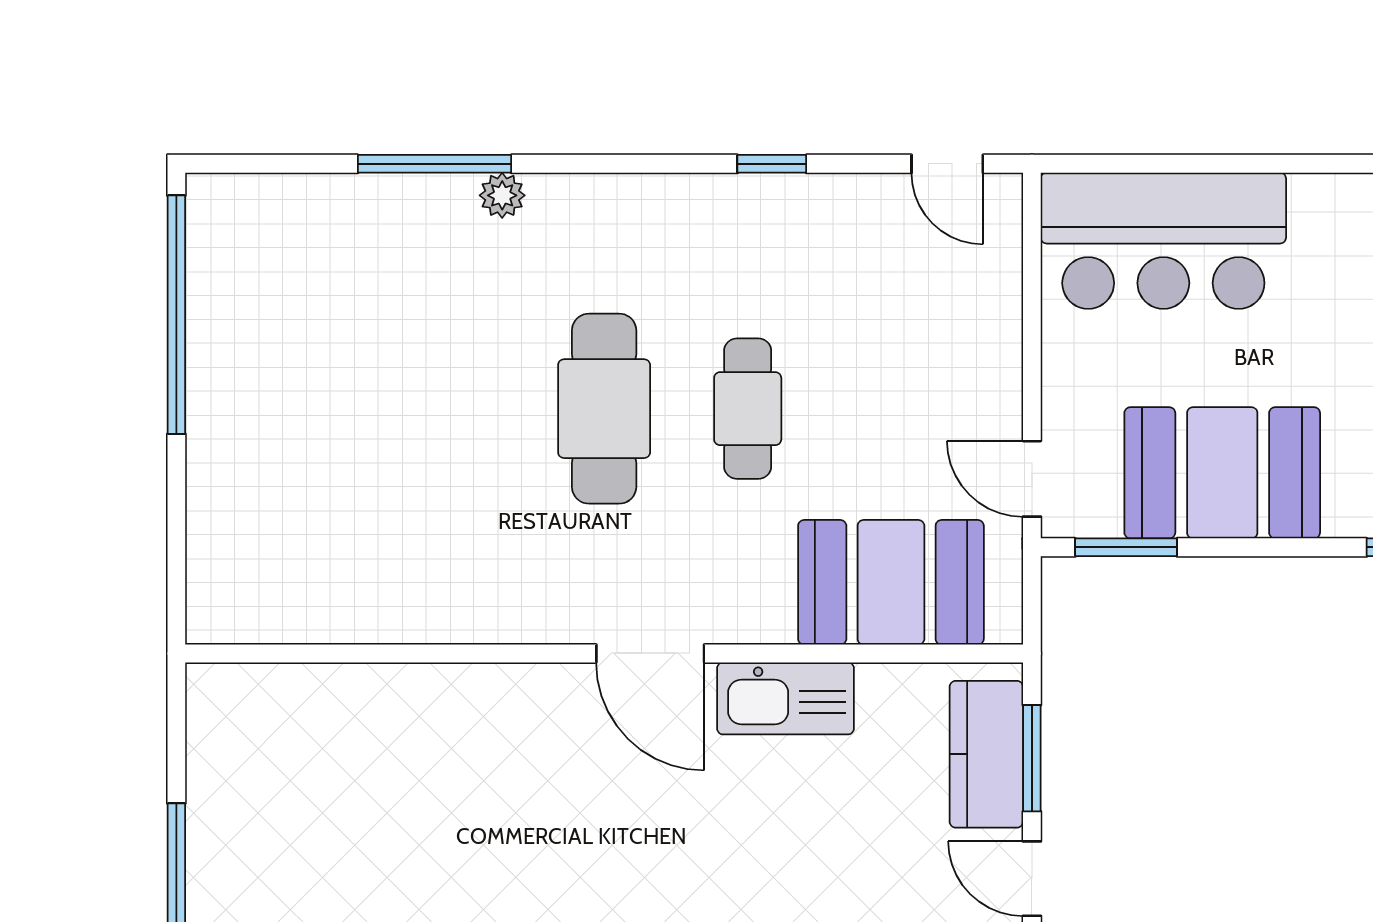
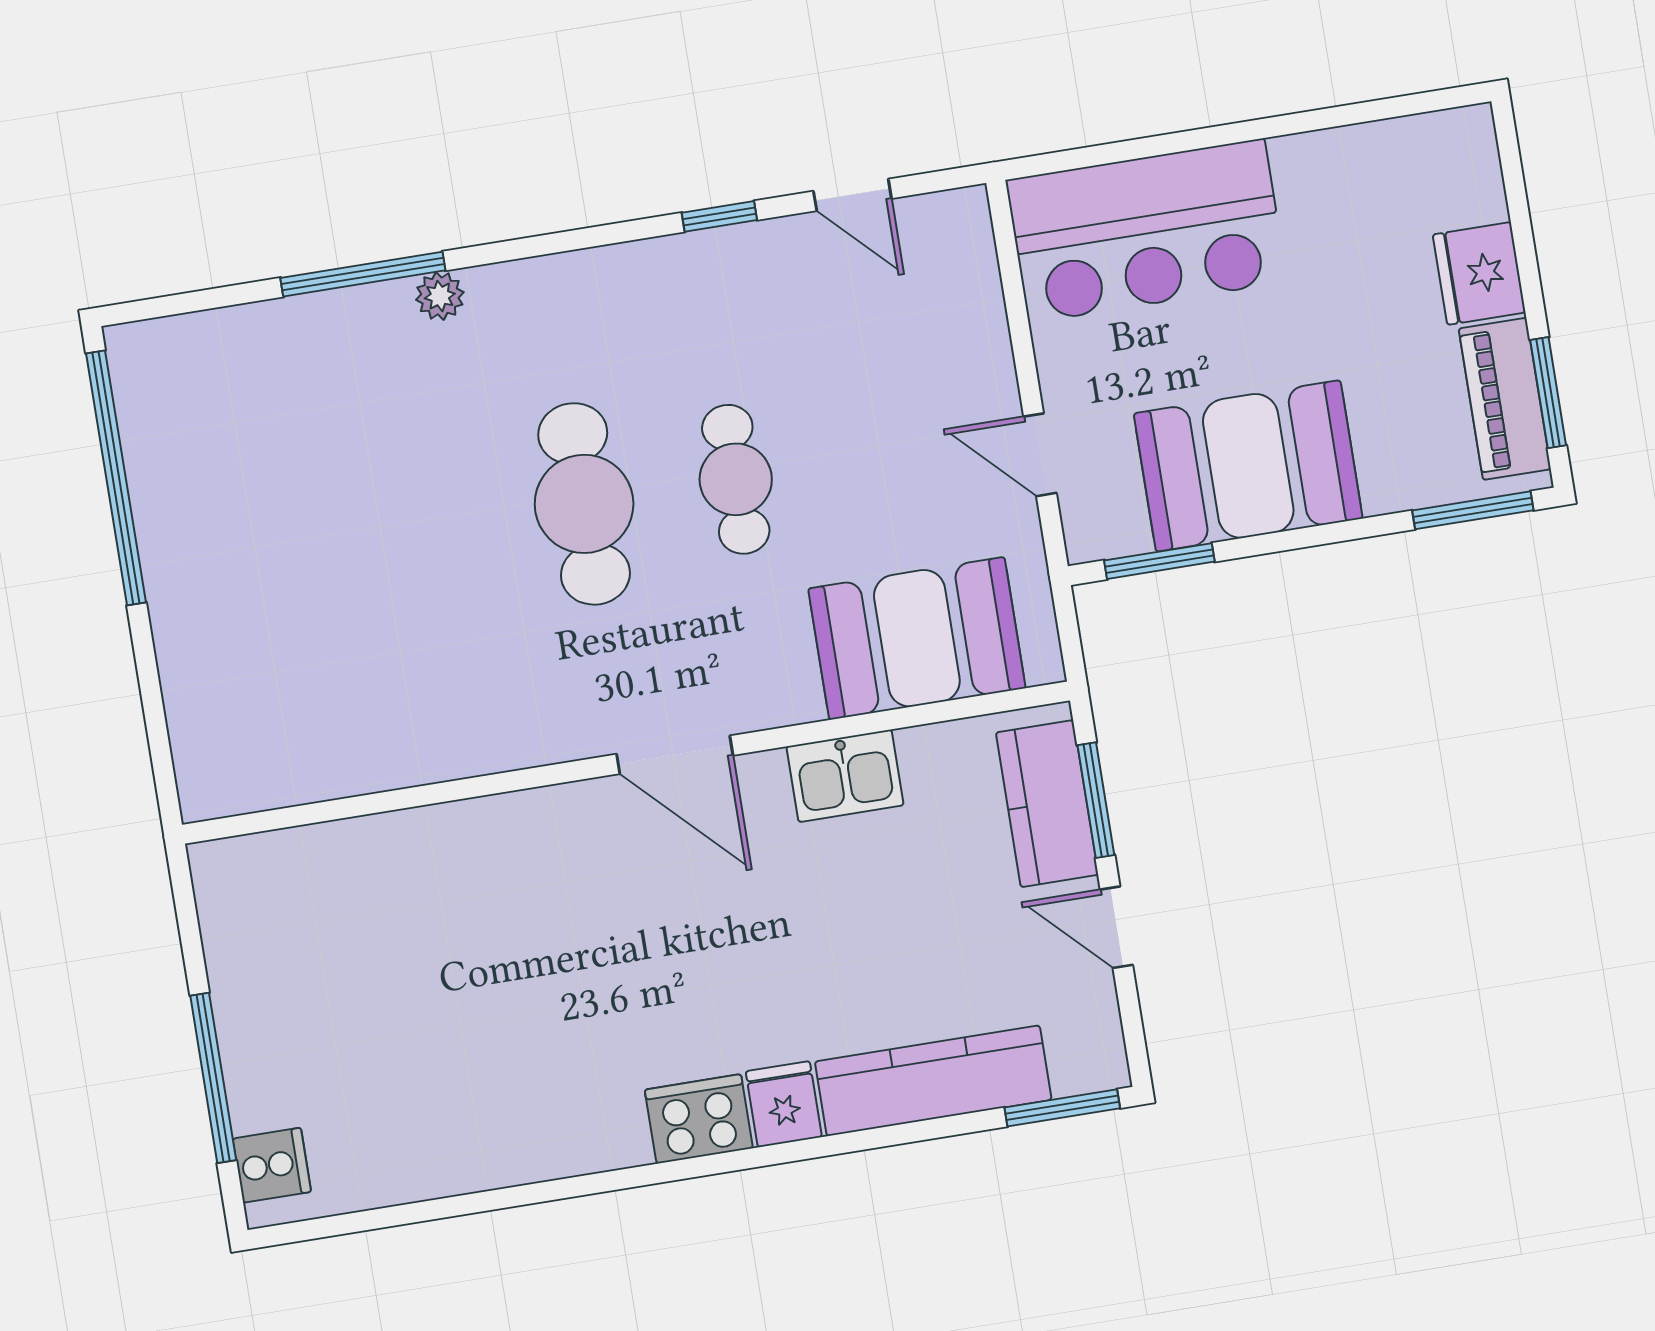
door: (947, 164) -> (852, 195), moved
door: (1032, 479) -> (1040, 455), moved
kitchen sink: (785, 698) -> (845, 776), width x0.73

